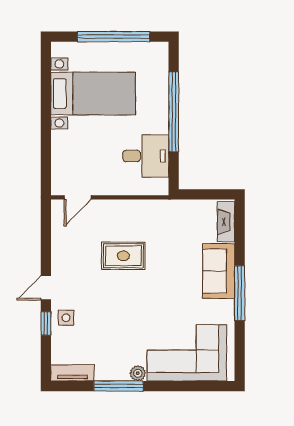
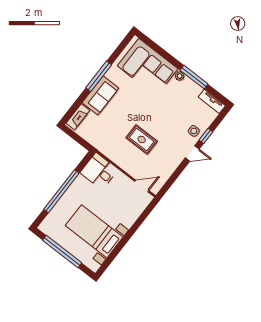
desk: (146, 156) -> (99, 171), moved

